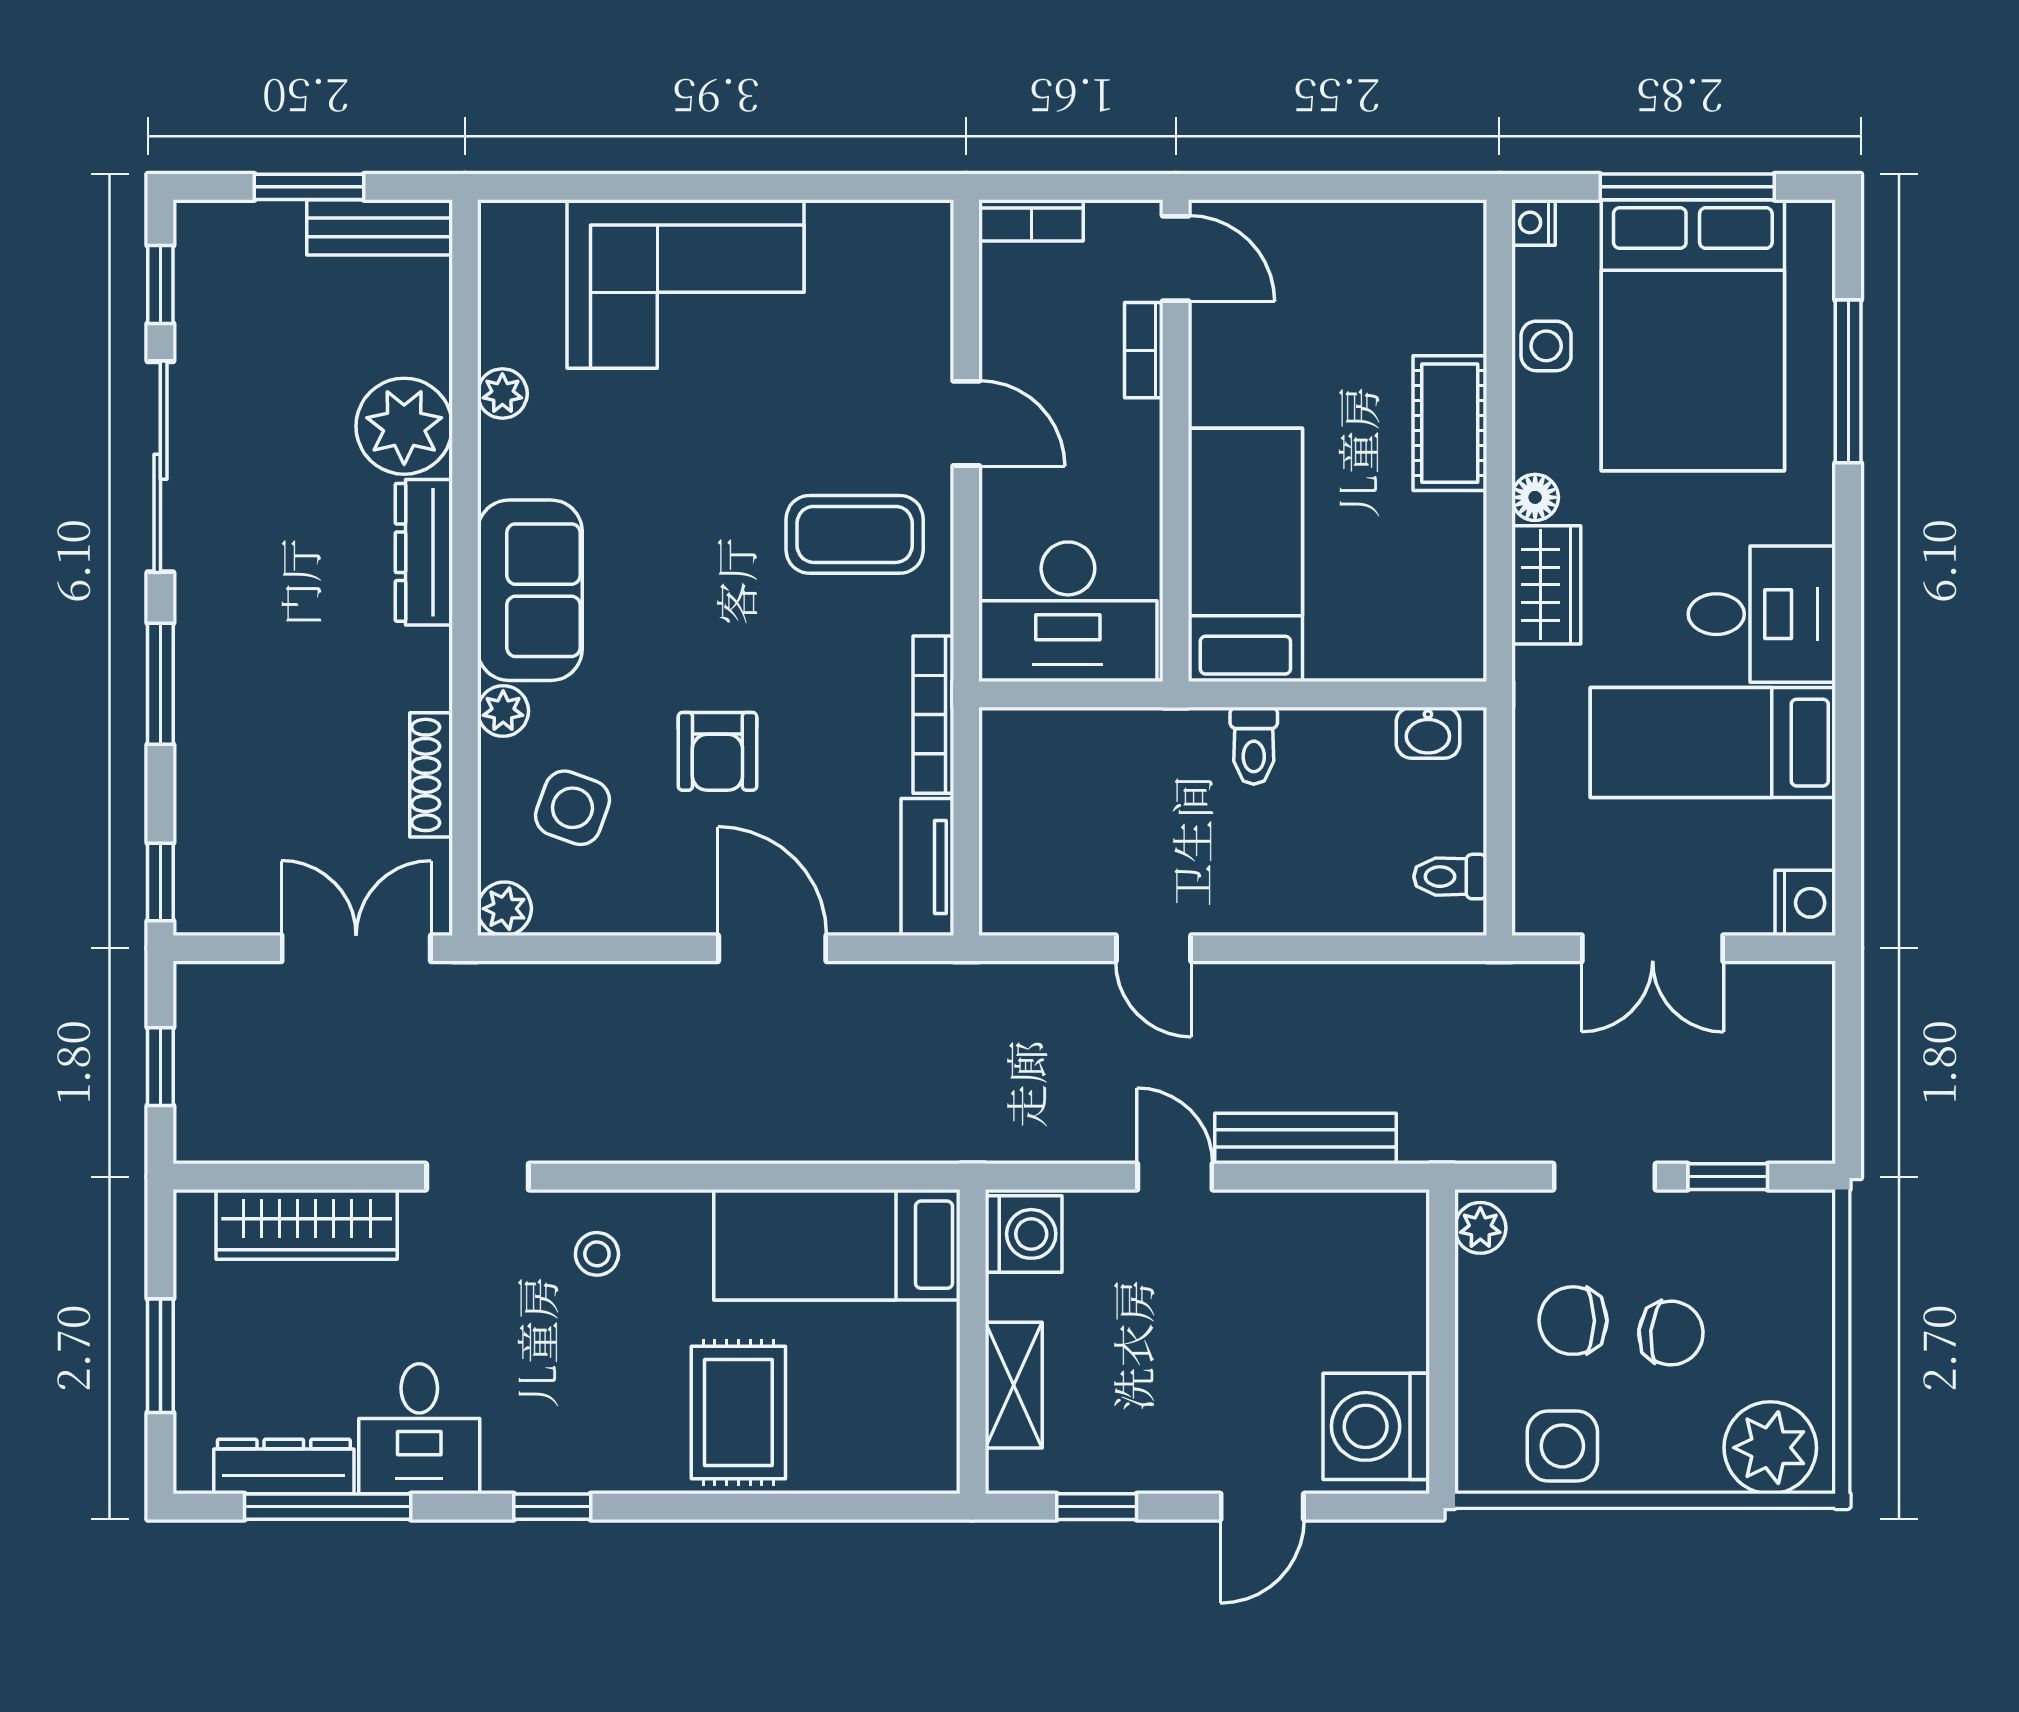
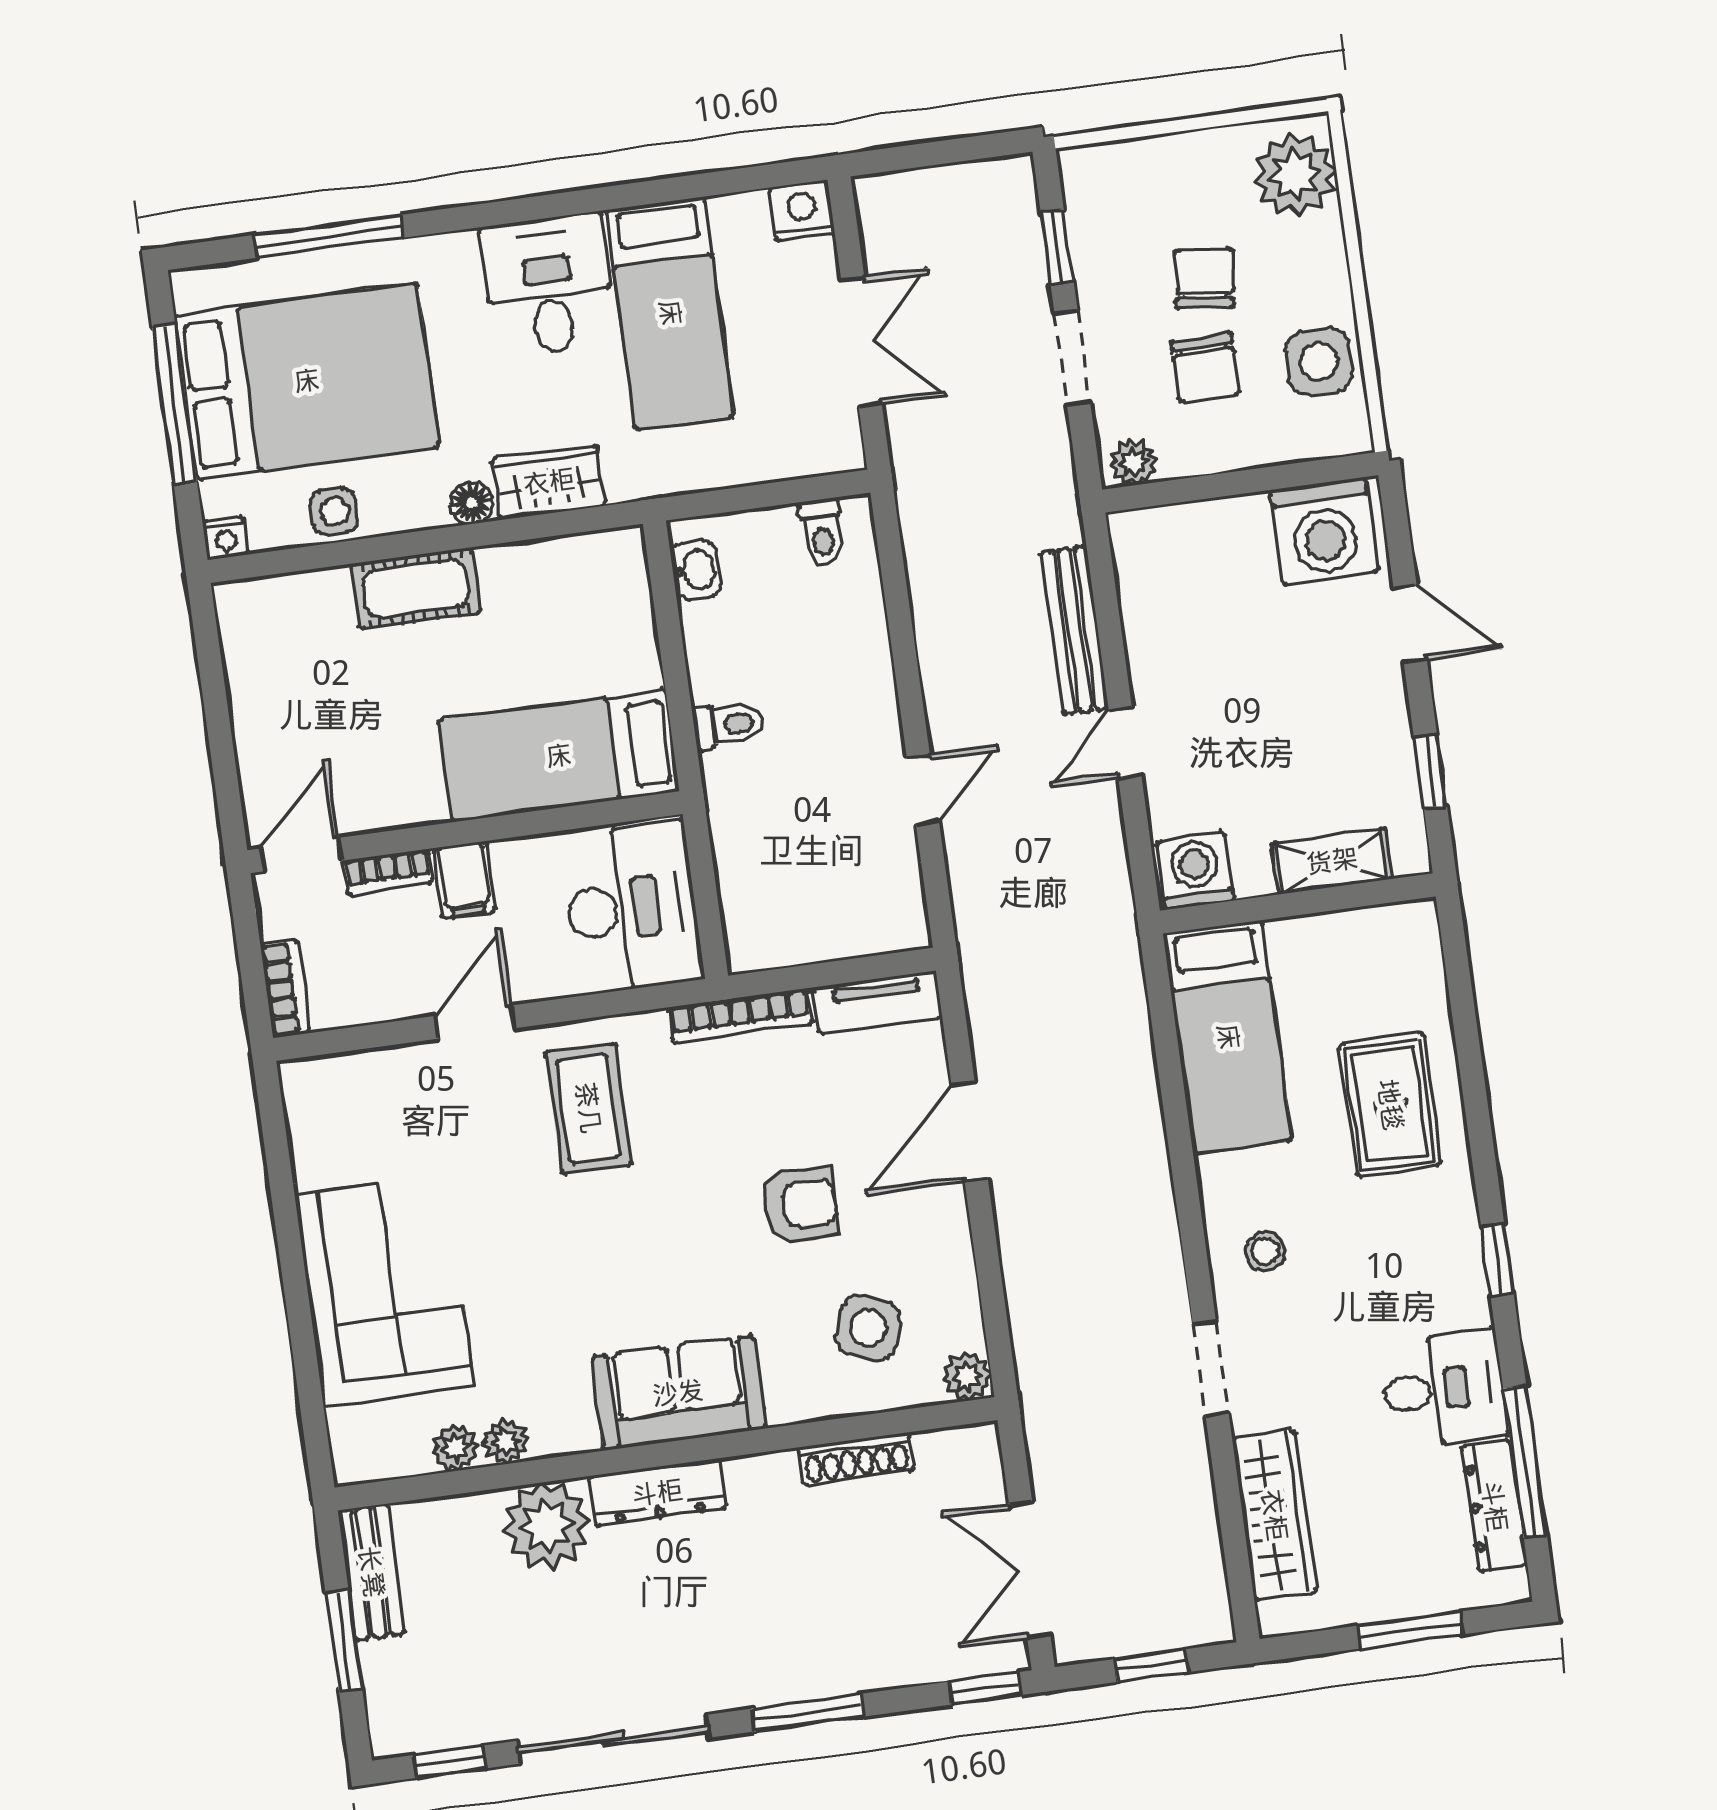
filing cabinet: (1124, 433) -> (464, 880), added
plant: (503, 711) -> (456, 1448), moved
double door: (356, 948) -> (1030, 1569), moved
rug: (738, 1412) -> (1390, 1105), turned 90

